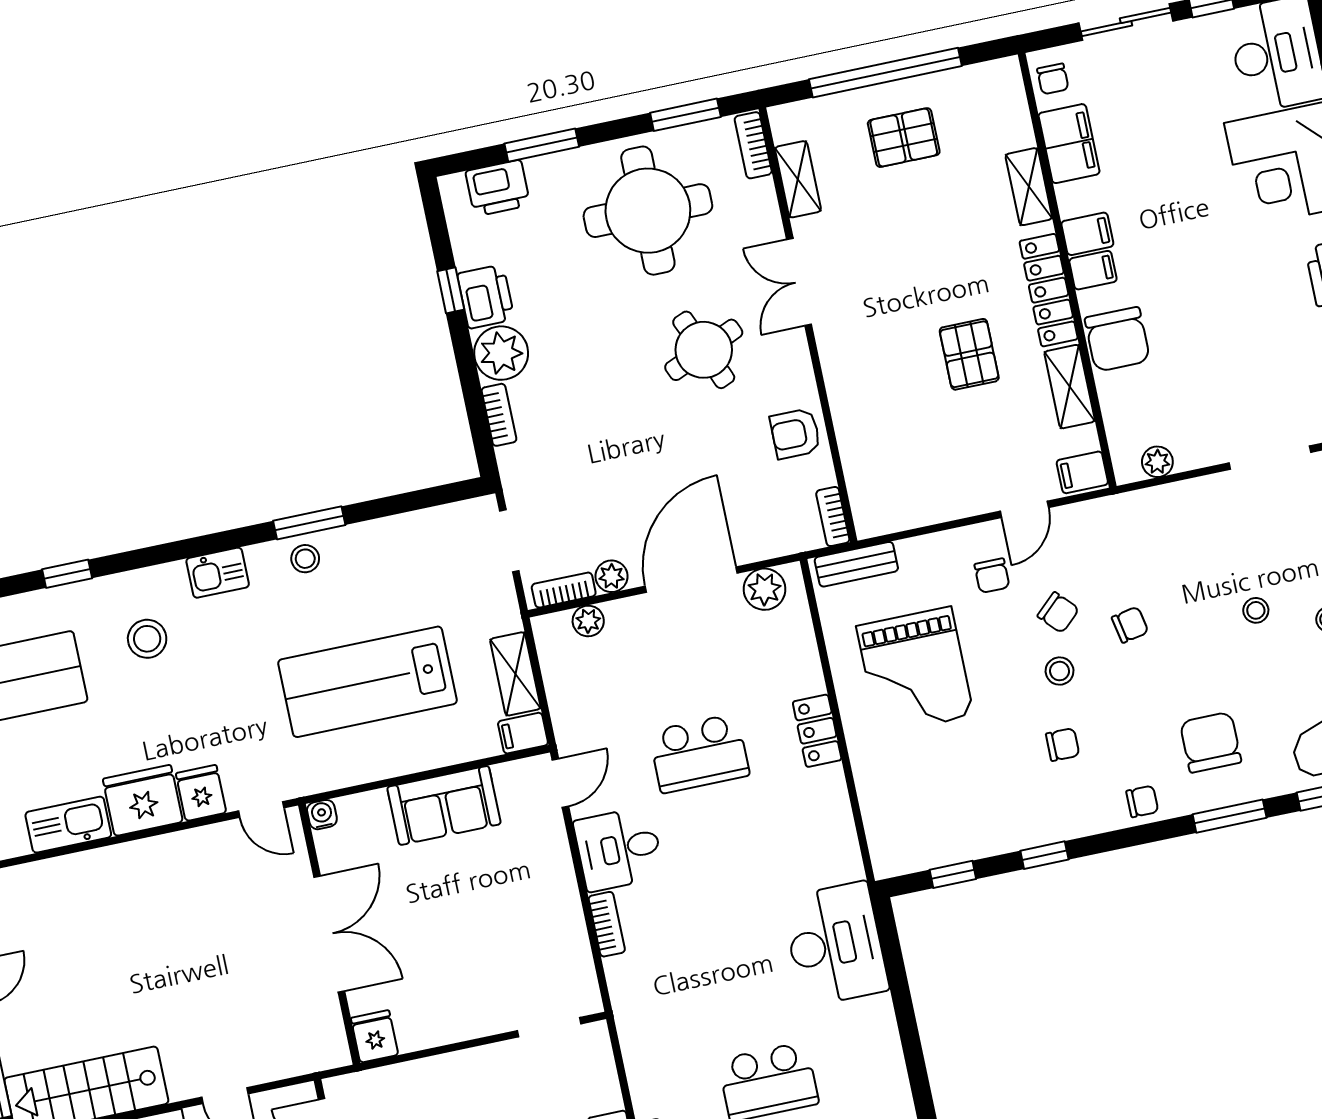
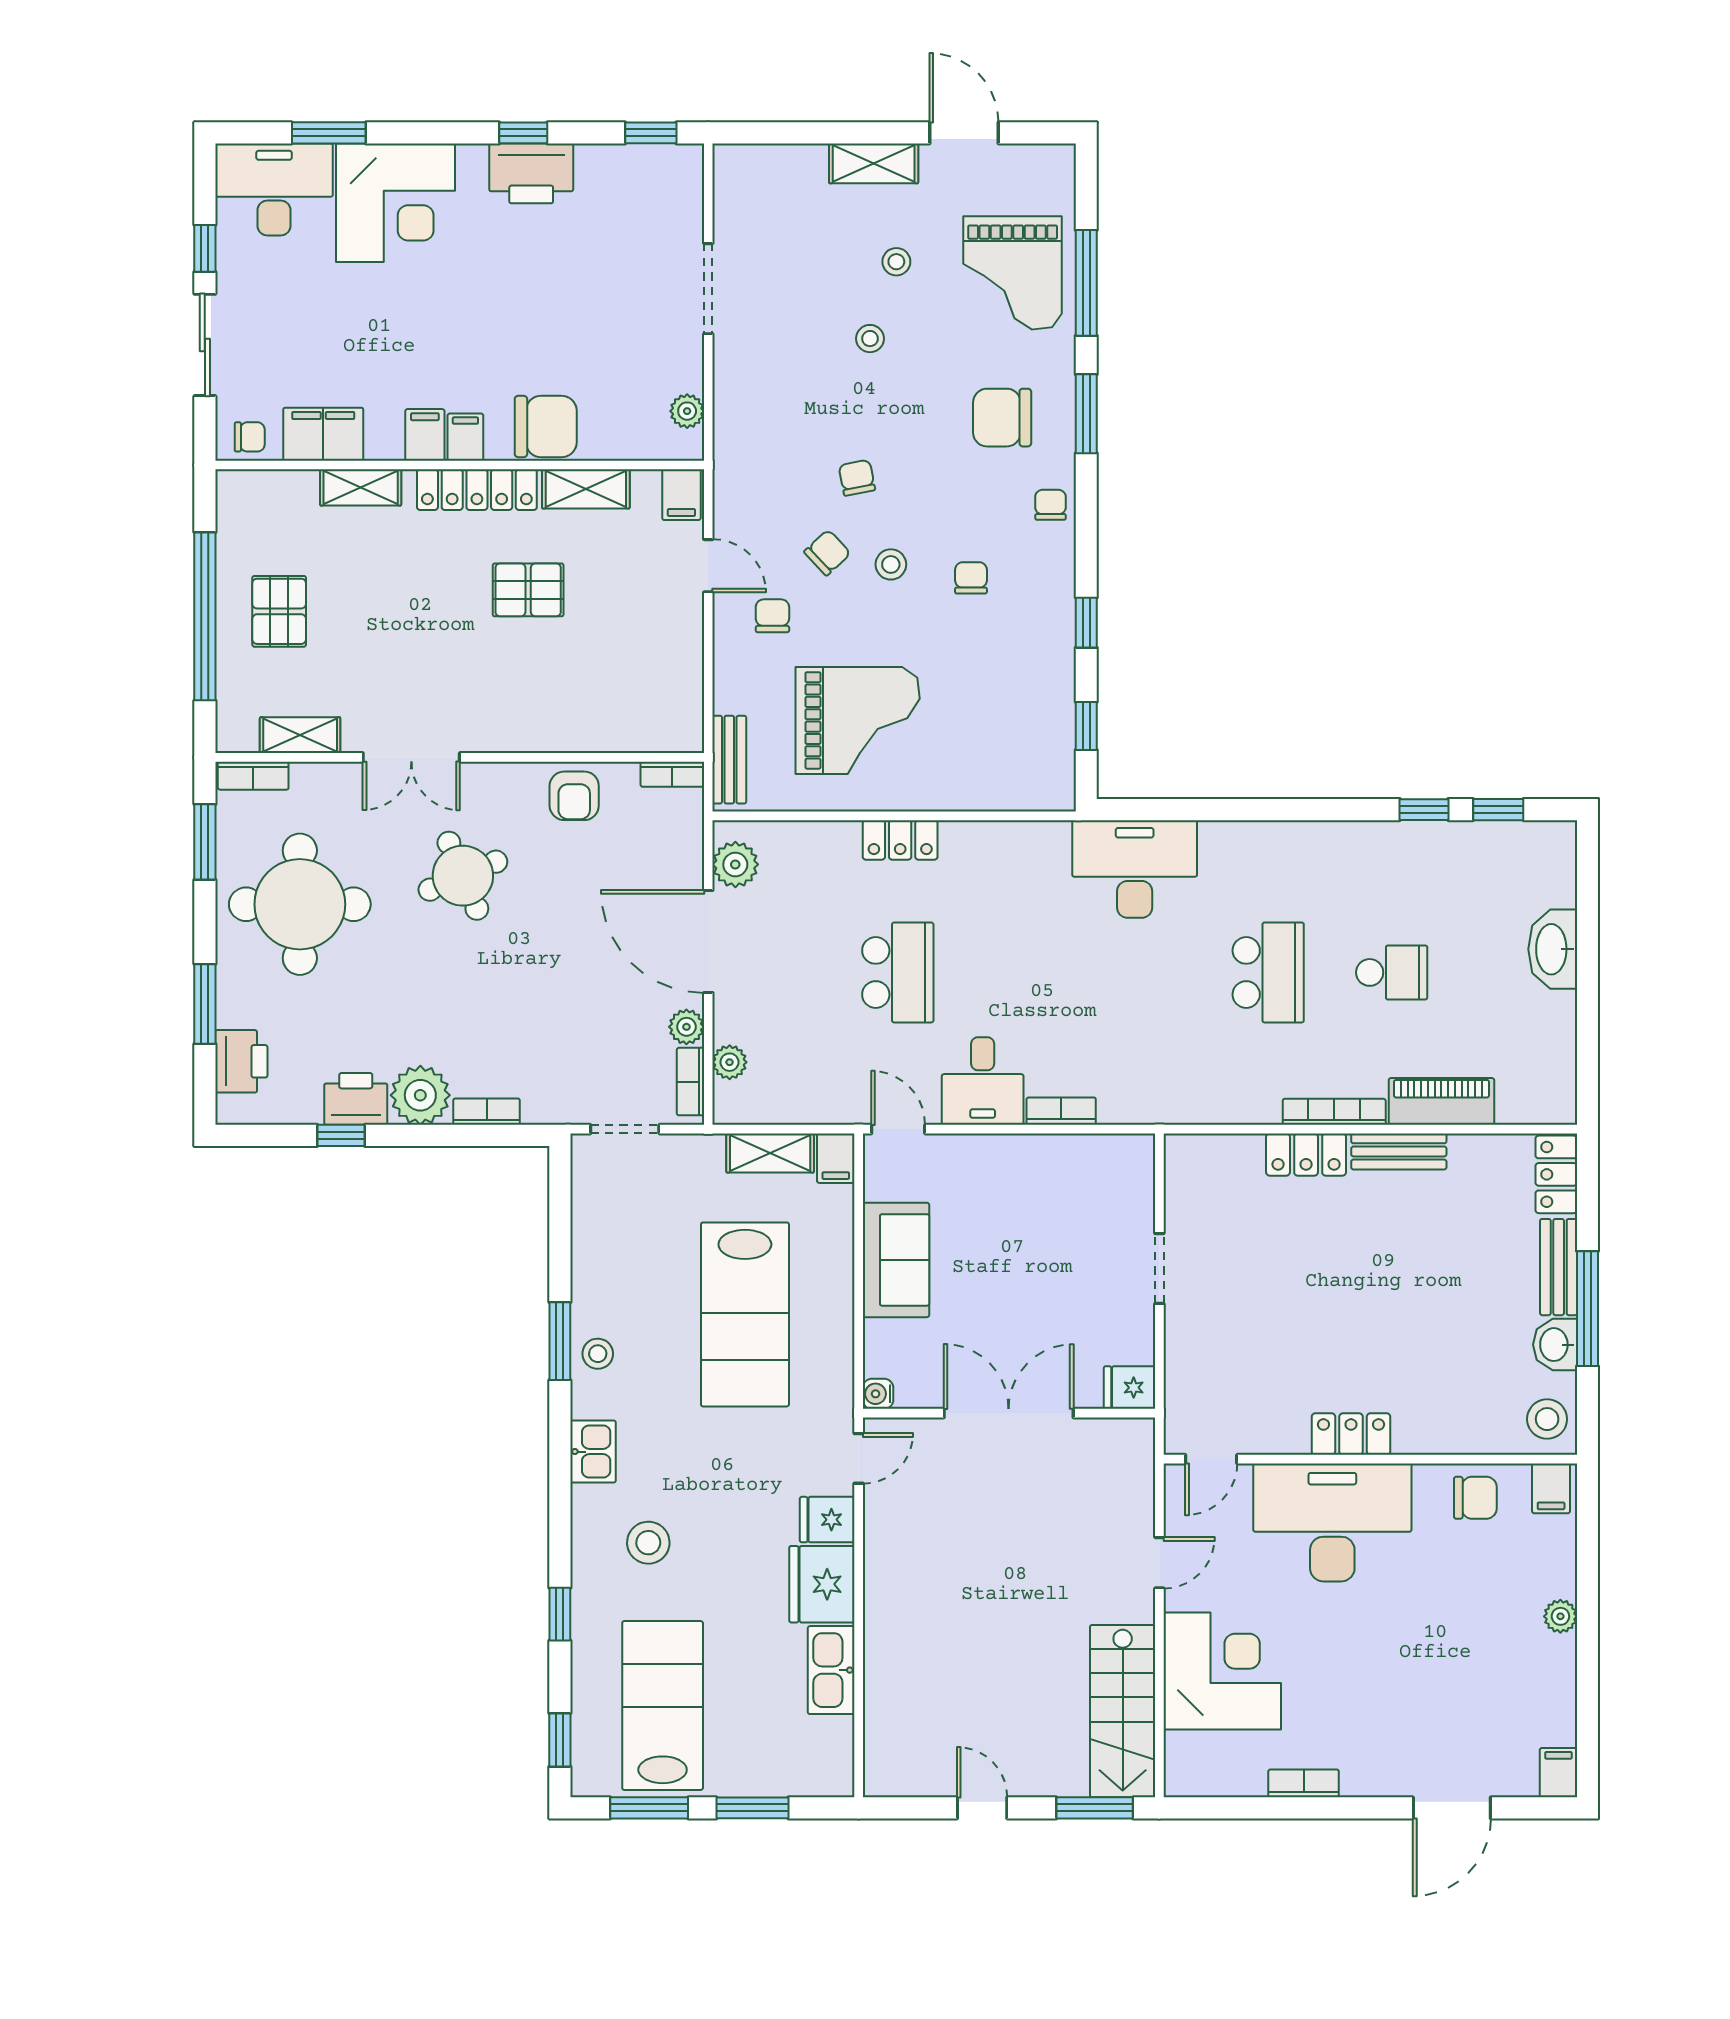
chair: (992, 576) -> (772, 616), turned -90
doorway: (549, 1027) -> (1159, 1268), moved

